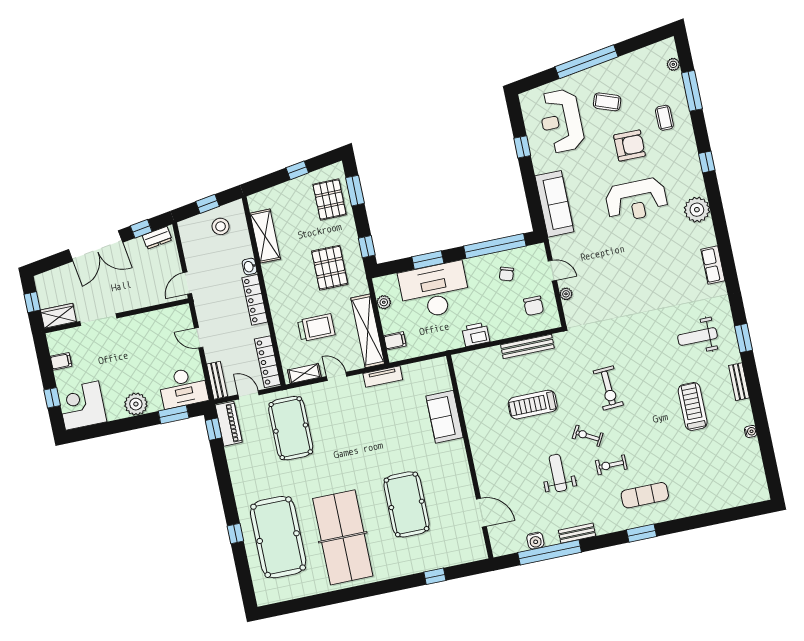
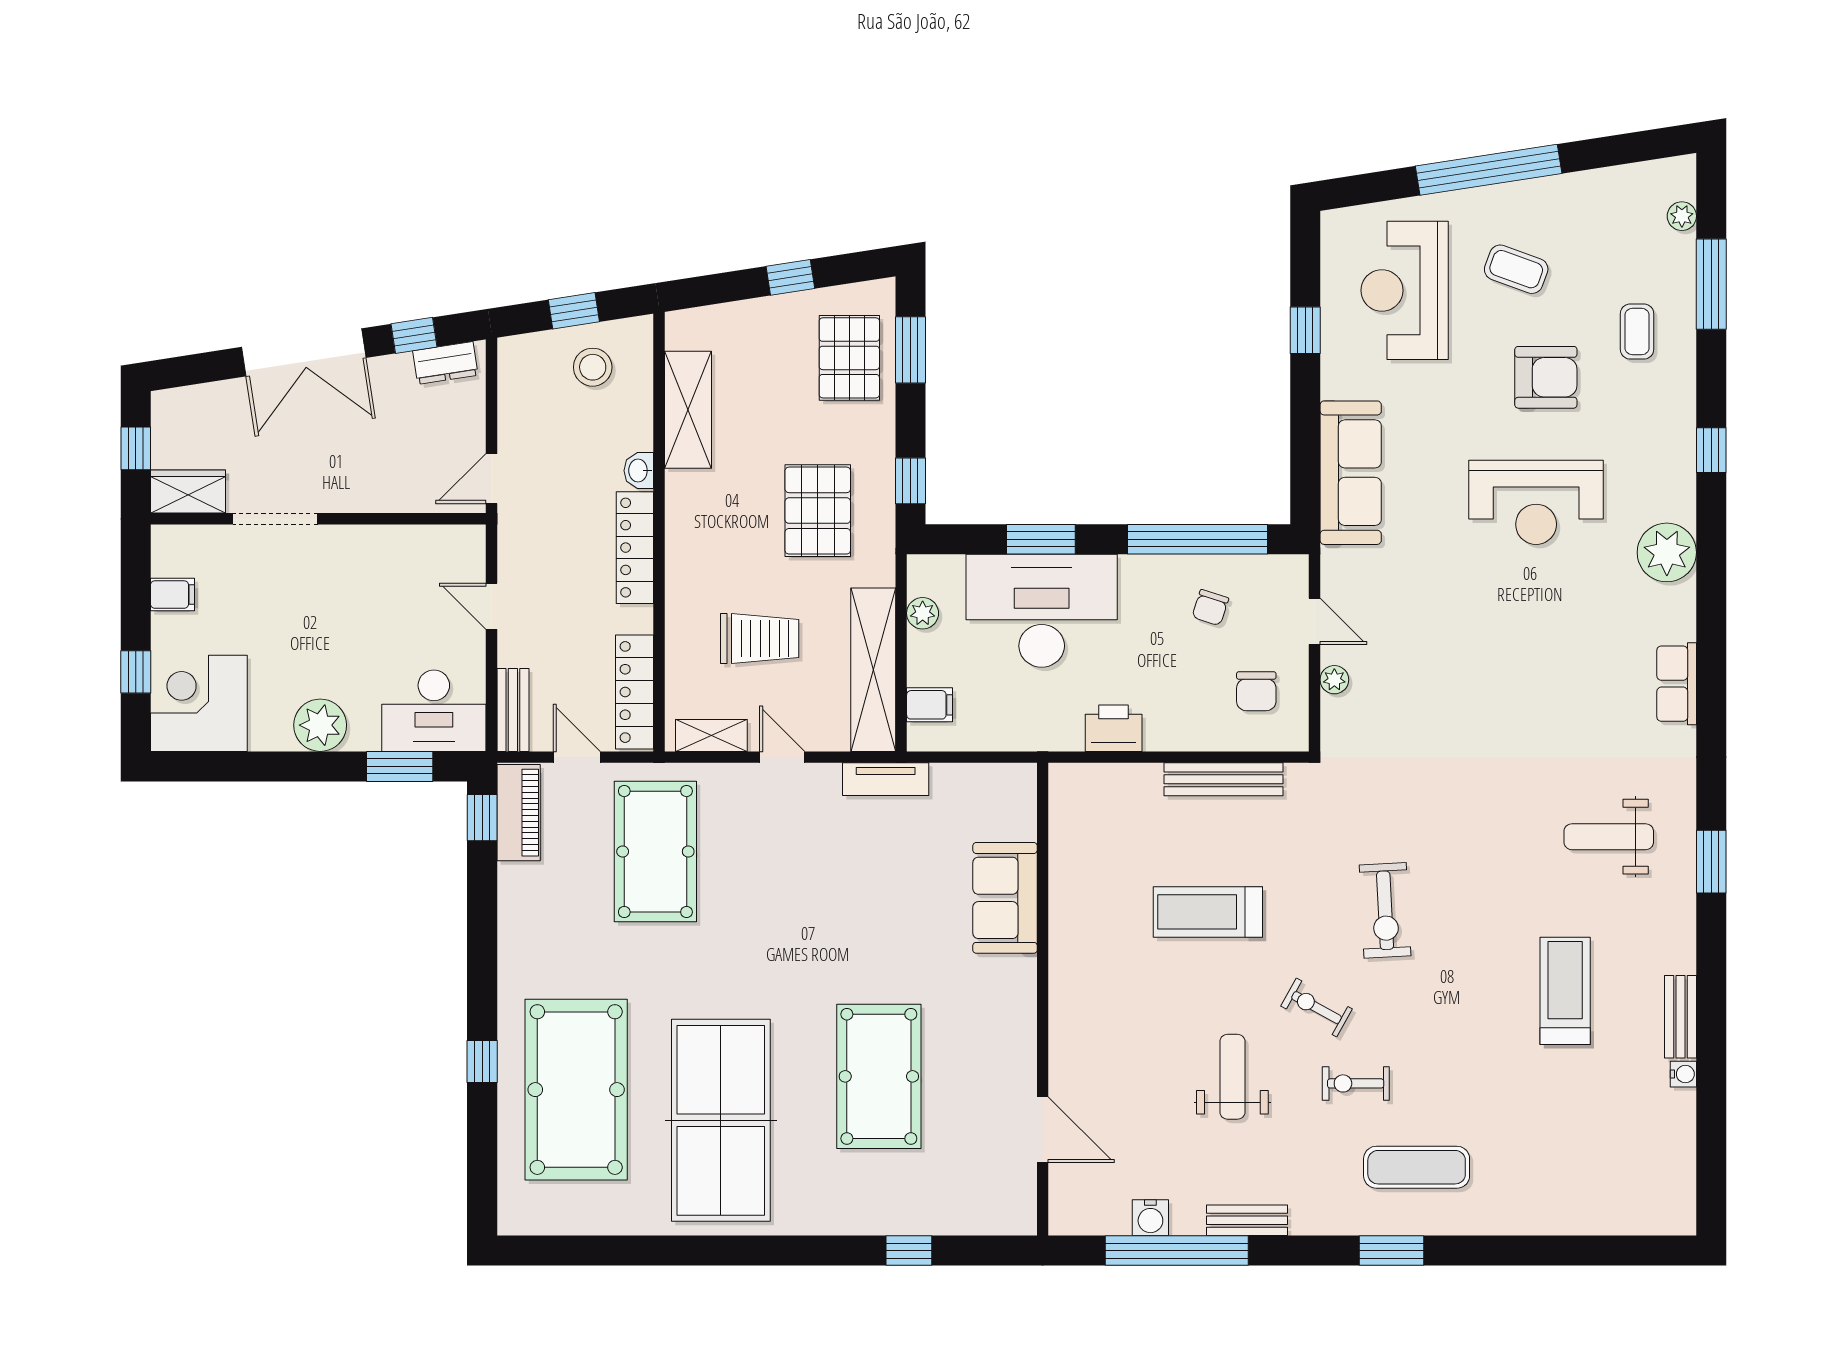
bench: (739, 382) -> (1680, 1017), moved

